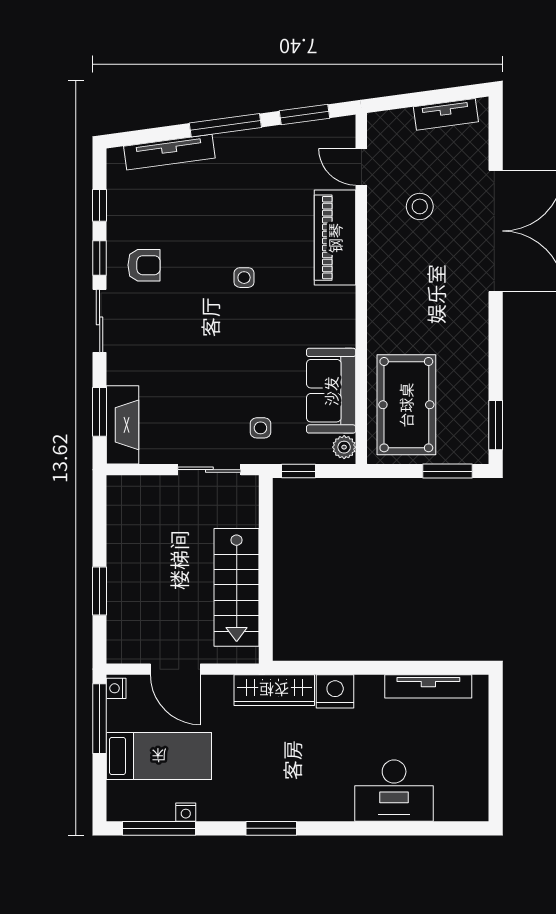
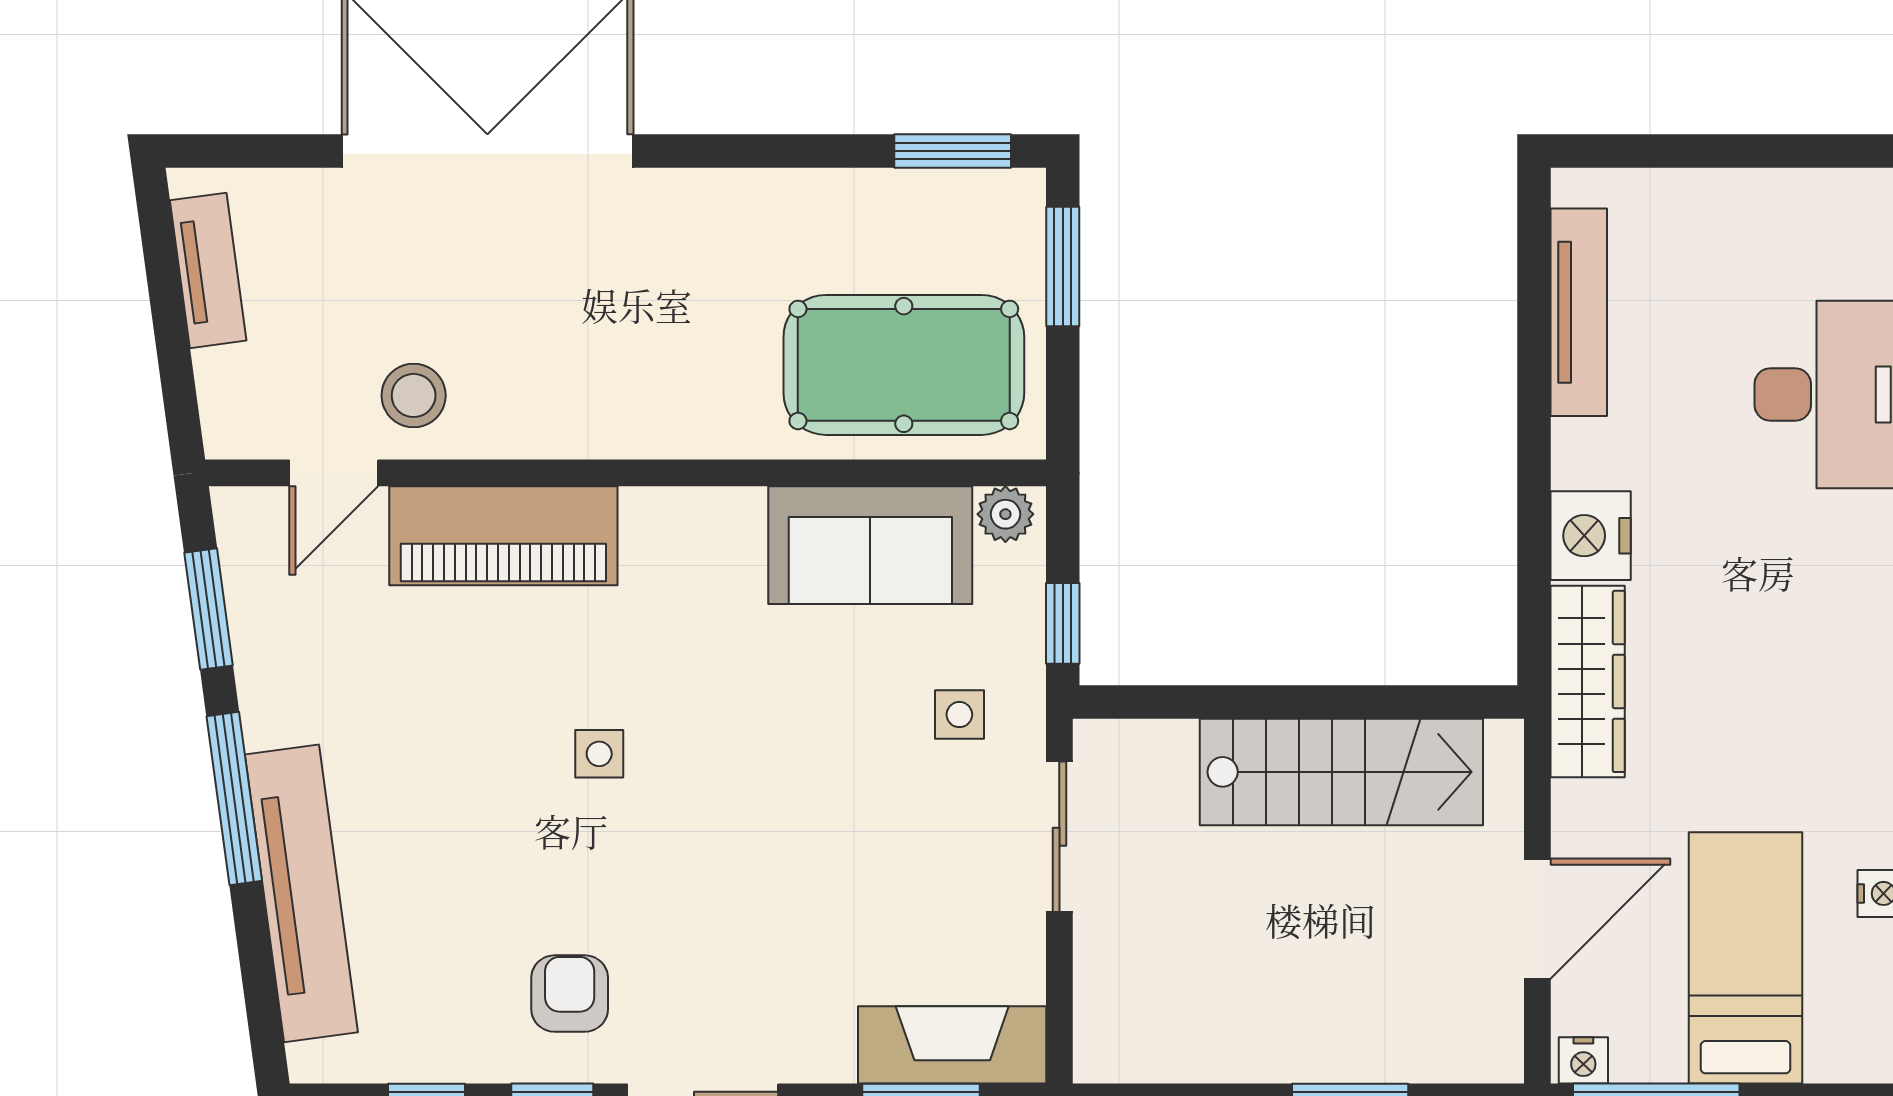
tv unit: (169, 152) -> (301, 893), width x1.36, depth x1.29
stool: (420, 206) -> (414, 395), moved

